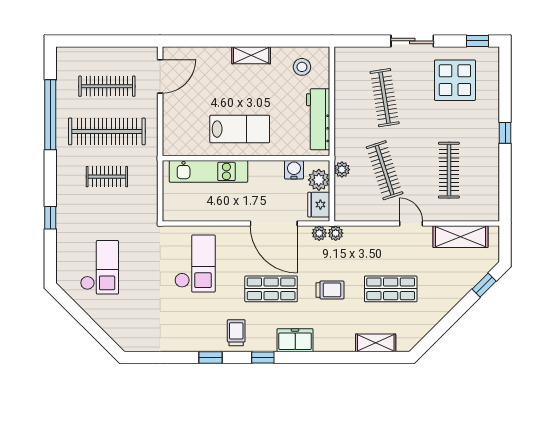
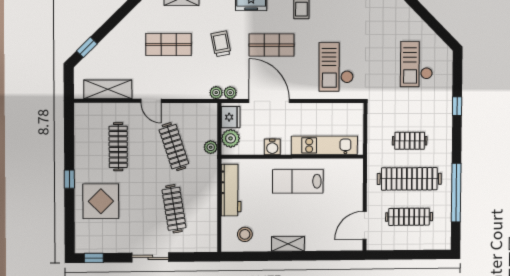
display table: (455, 80) -> (101, 201), moved
water cooler: (294, 170) -> (272, 147), moved
trolley: (330, 290) -> (221, 44), turned 79

